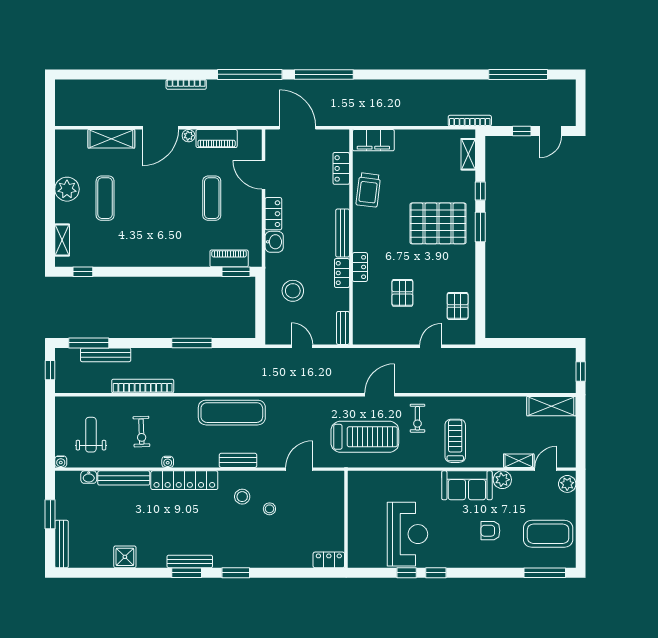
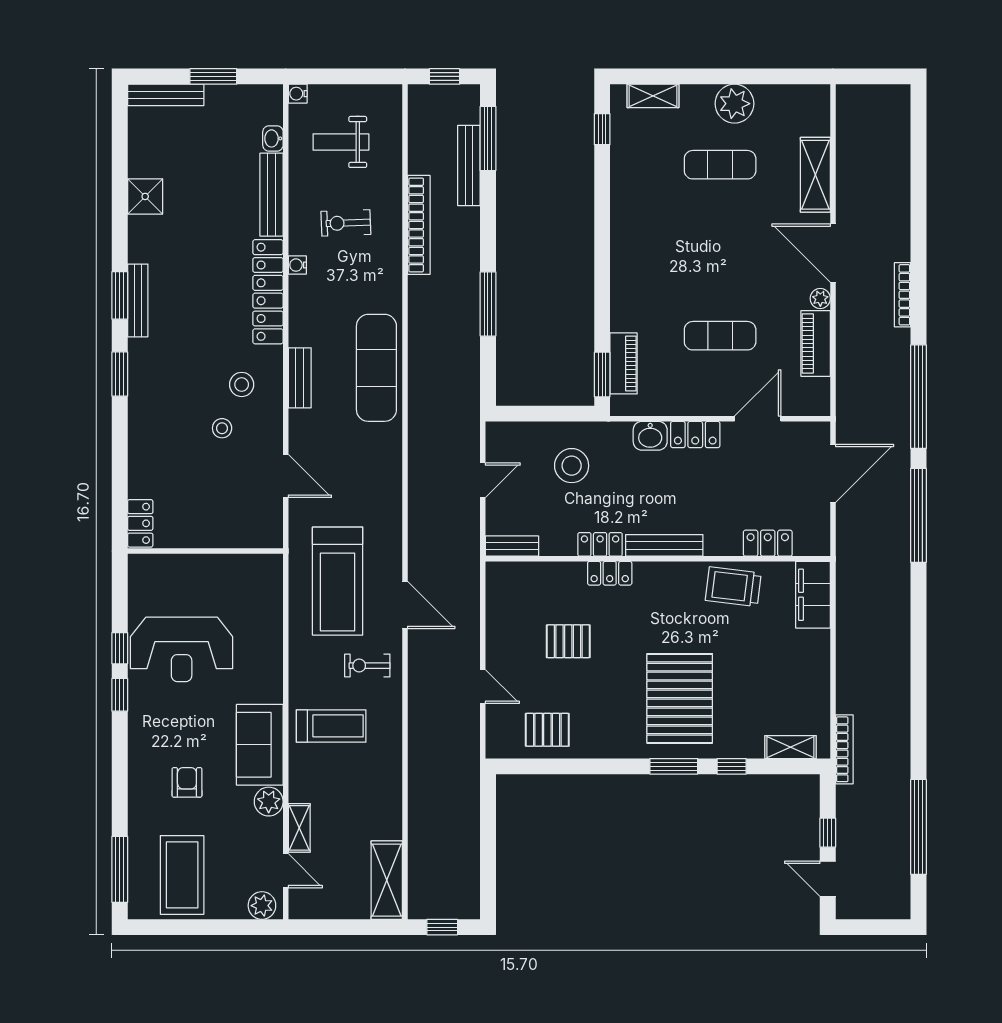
weight bench: (91, 435) -> (341, 142), turned 180

